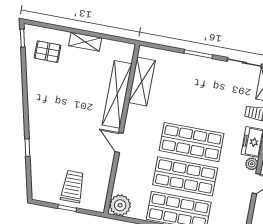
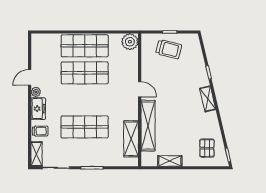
shelving: (85, 42) -> (170, 161), moved
pallet: (47, 52) -> (207, 148), turned 90
shelving: (35, 114) -> (208, 99), added
shop shelf: (192, 142) -> (85, 127), moved
trolley: (73, 187) -> (169, 49), turned -76

